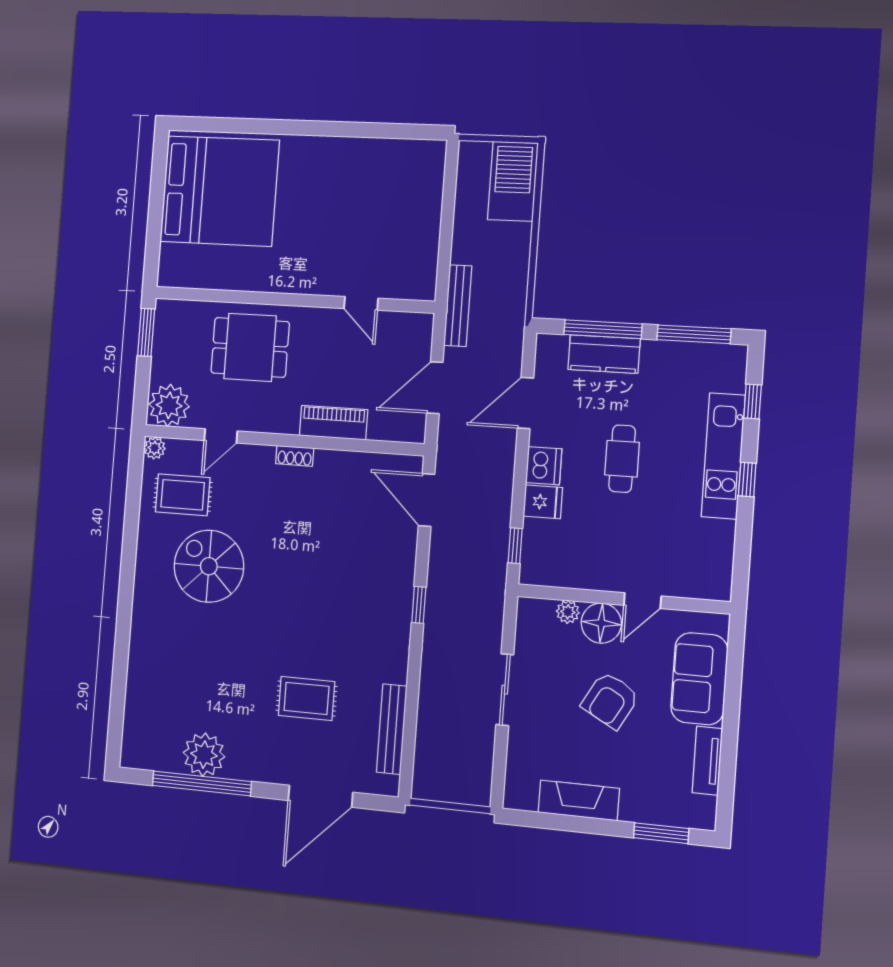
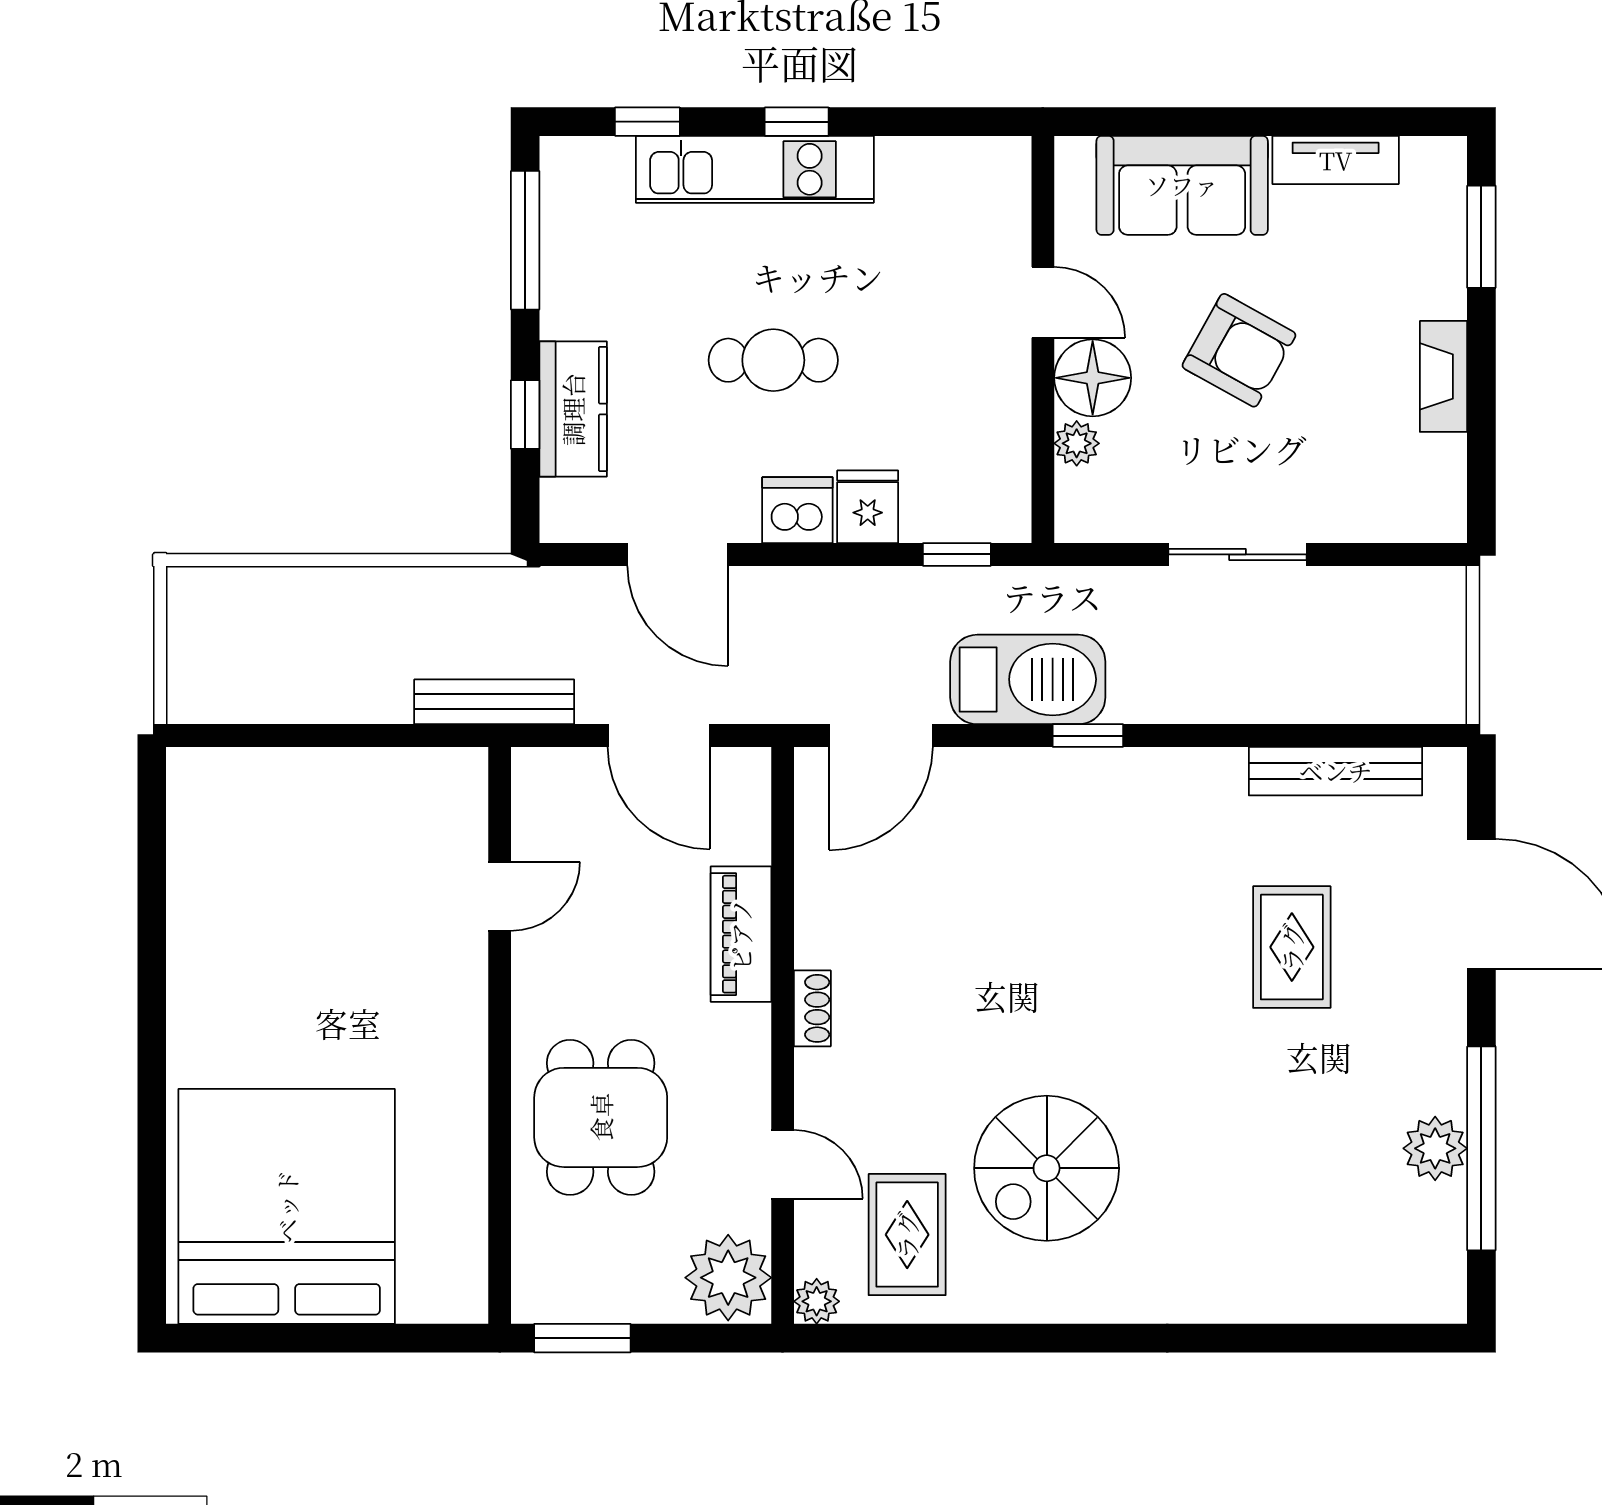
barbecue: (513, 181) -> (1028, 679), moved, turned 180
window: (603, 329) -> (525, 415), width x0.46
plant: (204, 755) -> (1435, 1148), width x0.73, depth x0.73
fireplace: (579, 800) -> (1444, 376), width x0.73, depth x0.76

